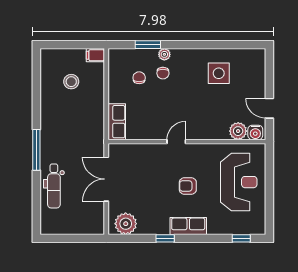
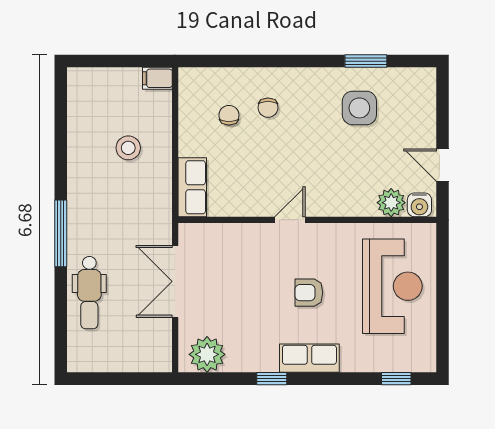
window: (148, 45) -> (366, 61), moved
plant: (164, 54) -> (270, 77), removed
stool: (71, 82) -> (128, 148), moved

